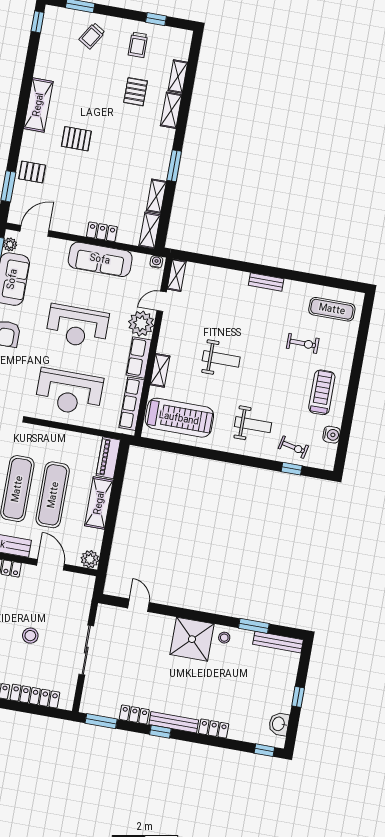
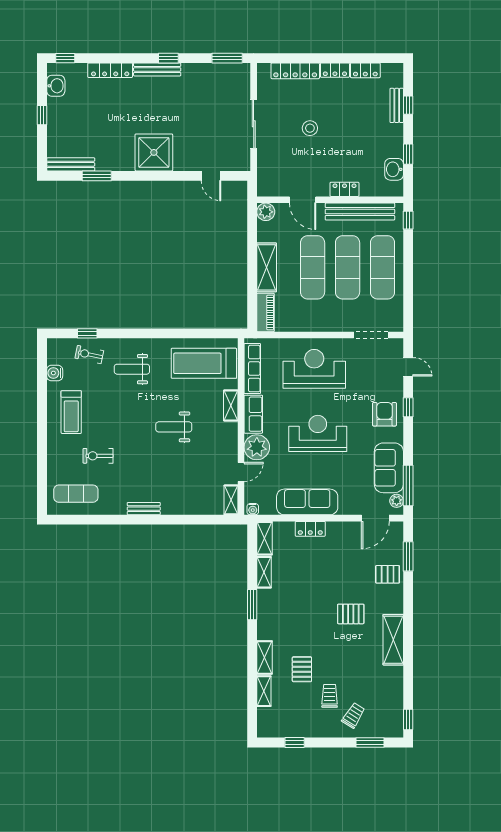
trolley: (138, 45) -> (330, 696), moved
stool: (224, 638) -> (123, 159), removed
locker: (134, 714) -> (196, 70), removed
locker: (214, 729) -> (110, 70), width x1.53

